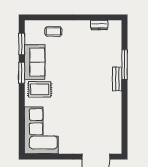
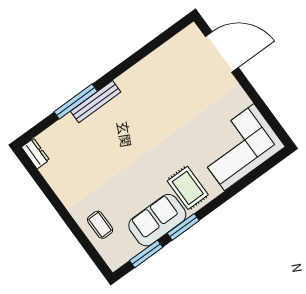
dresser: (99, 25) -> (35, 154), moved
bench: (117, 79) -> (96, 102), width x1.36

